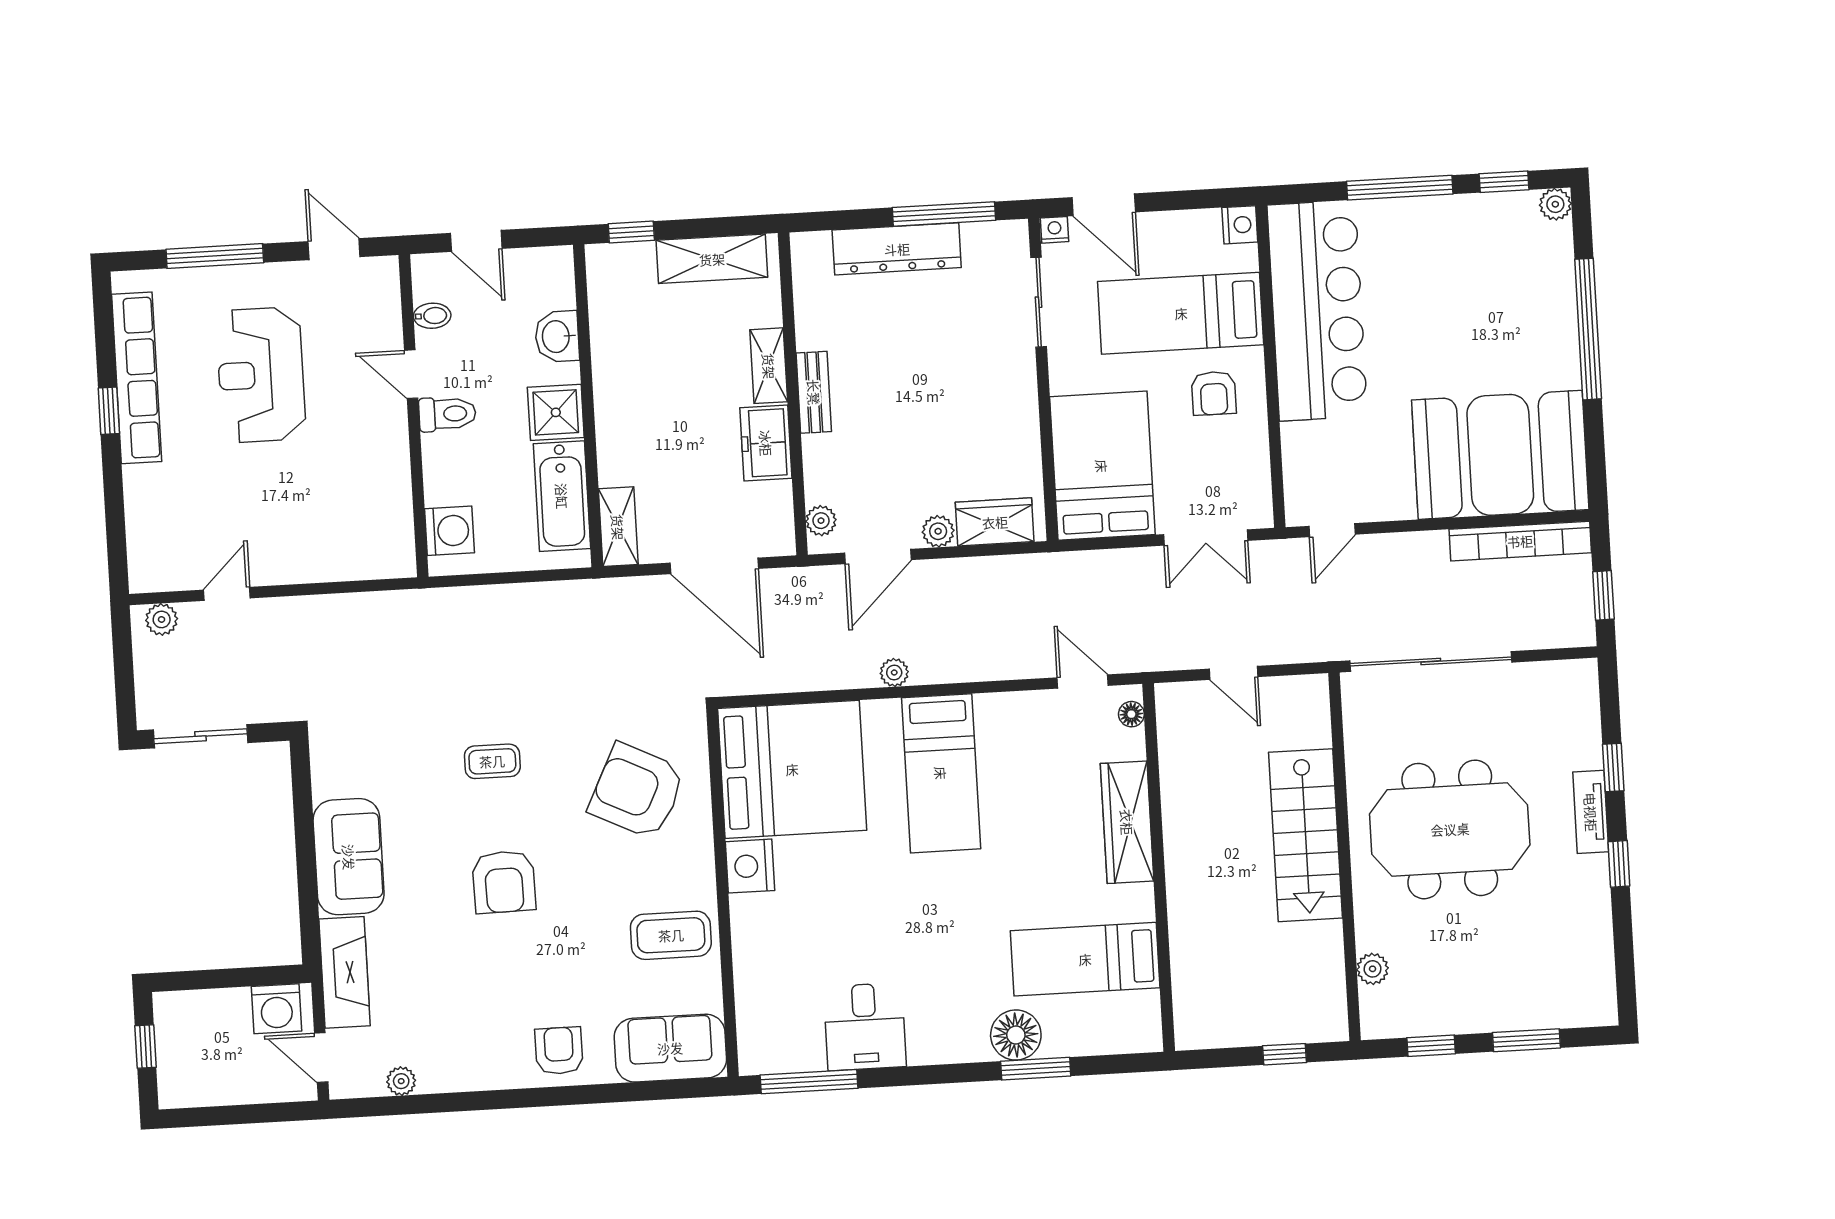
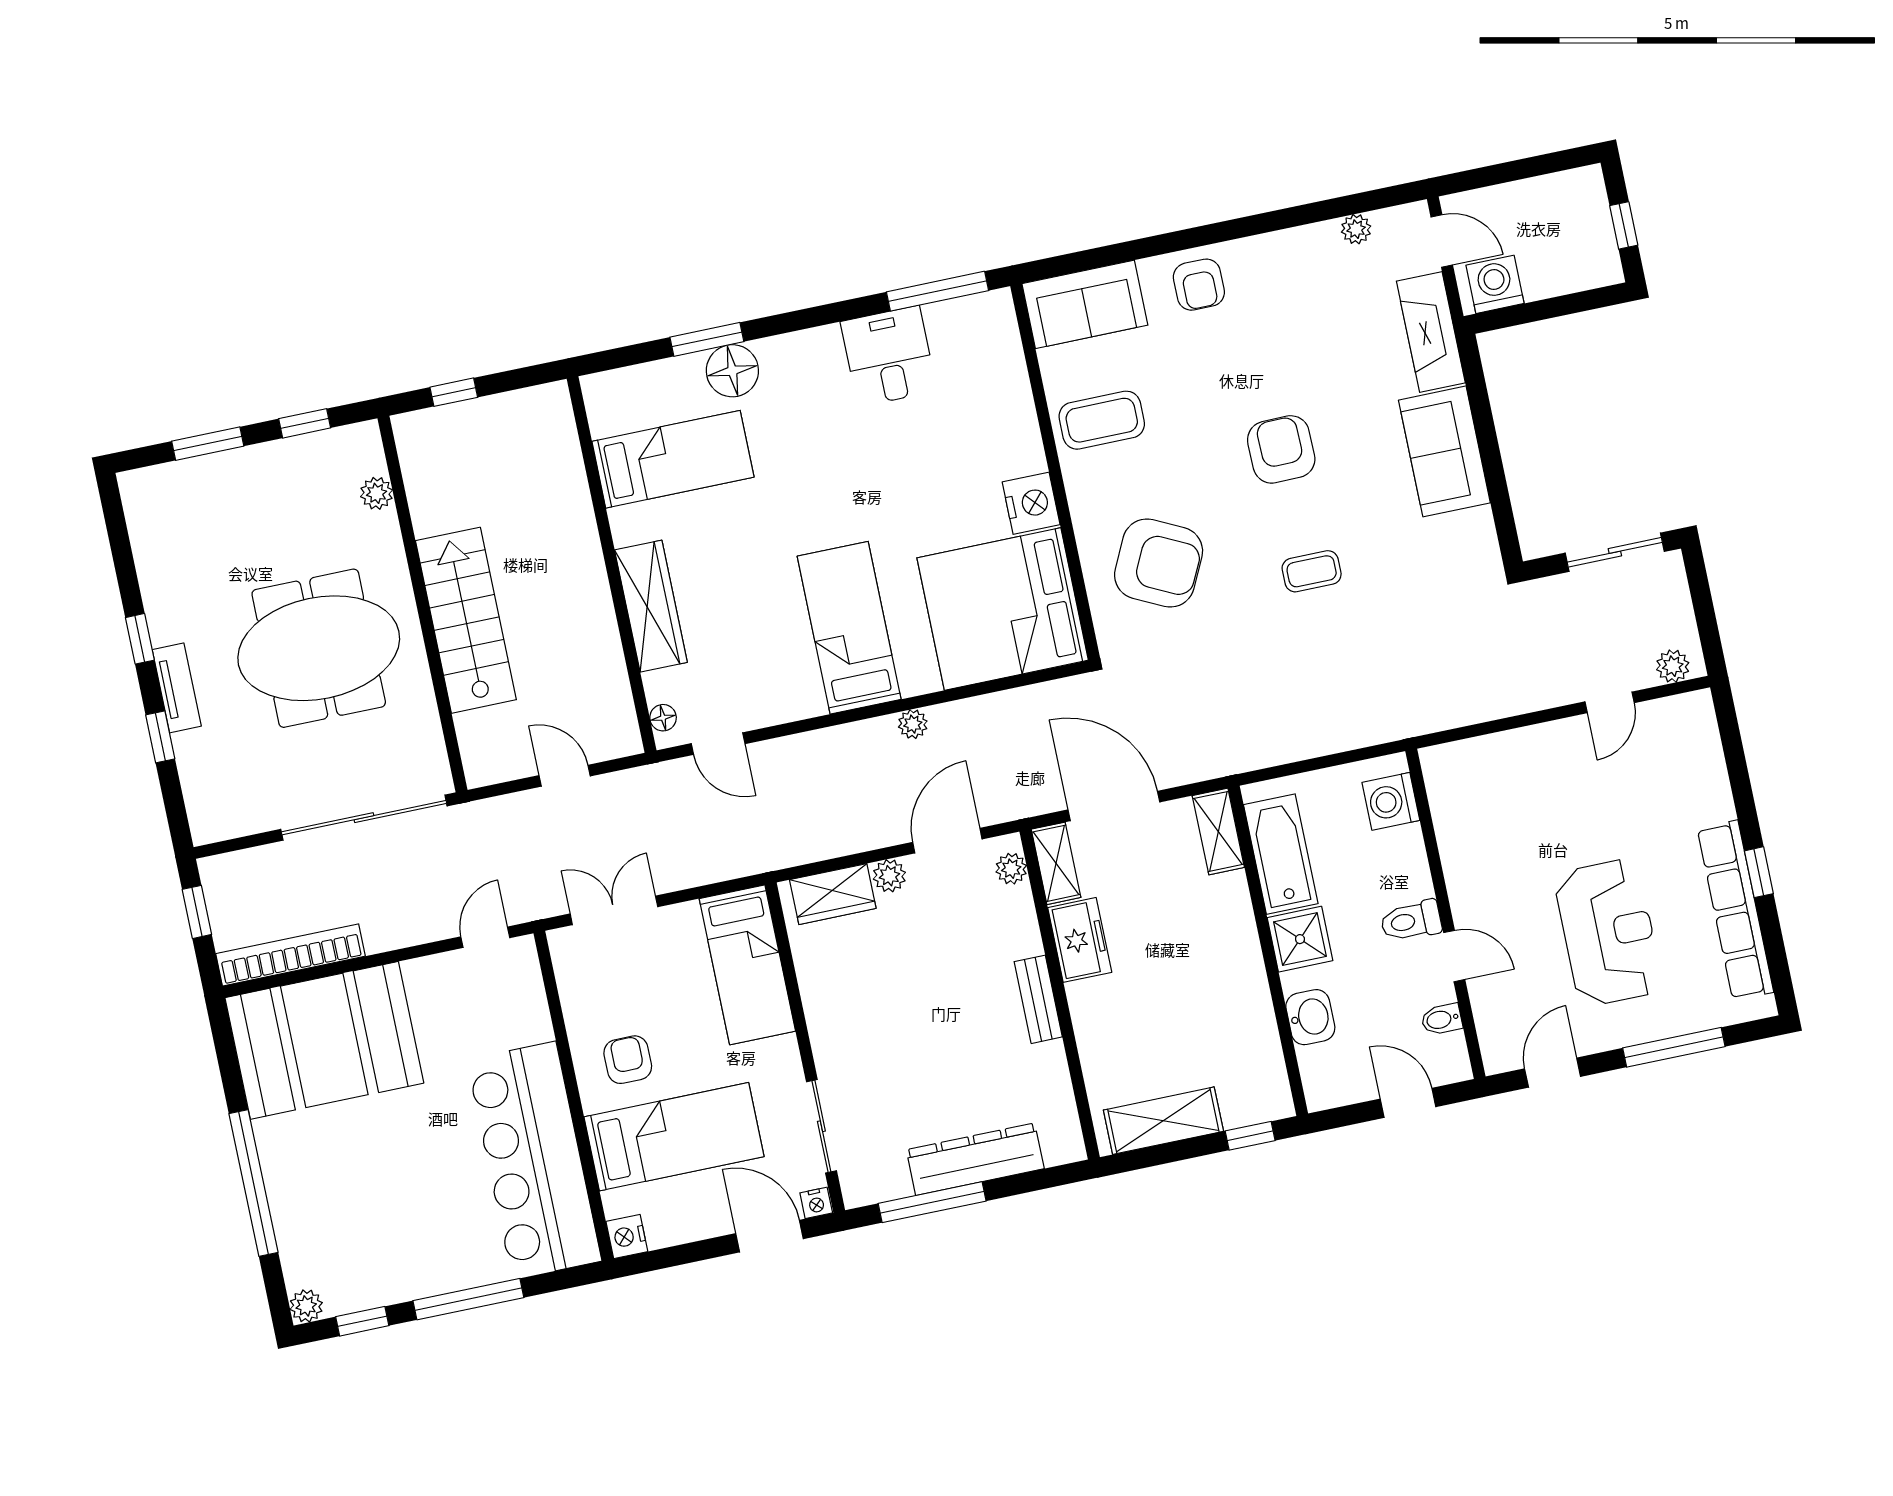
door: (334, 249) -> (1553, 1073), swing flipped
shelving: (769, 366) -> (1056, 863), moved
bed: (1102, 466) -> (747, 965), width x0.67

